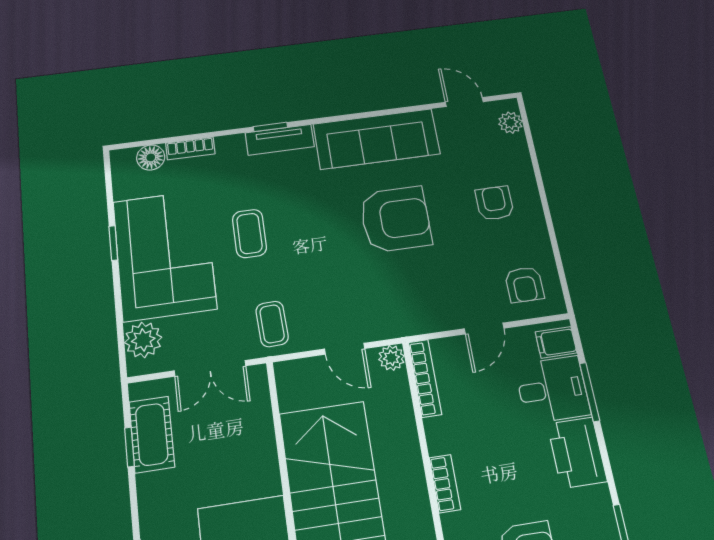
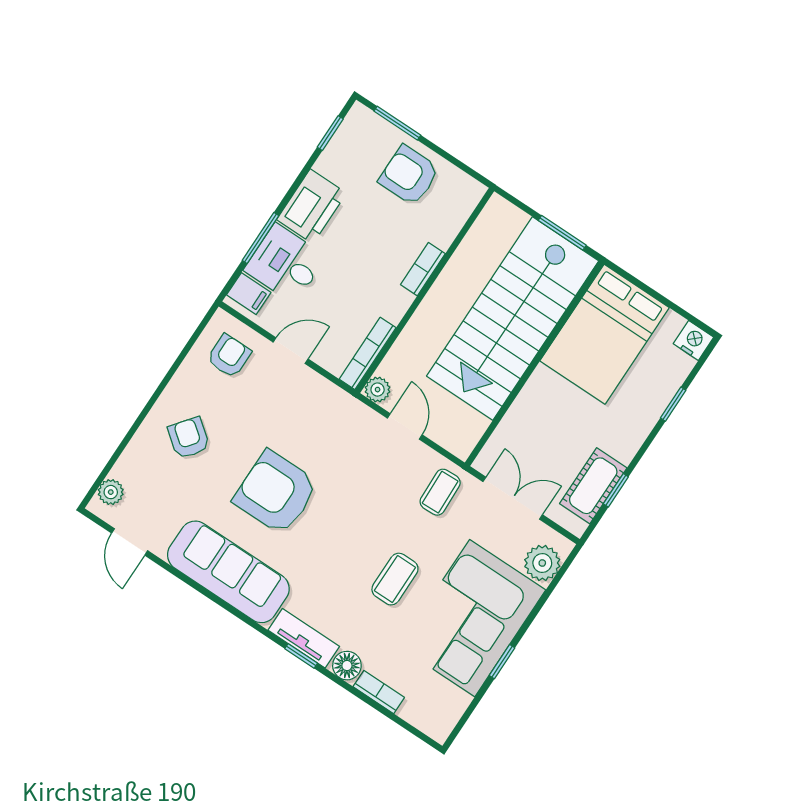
floor lamp: (151, 157) -> (347, 666), moved
armchair: (495, 203) -> (189, 438), turned 128

